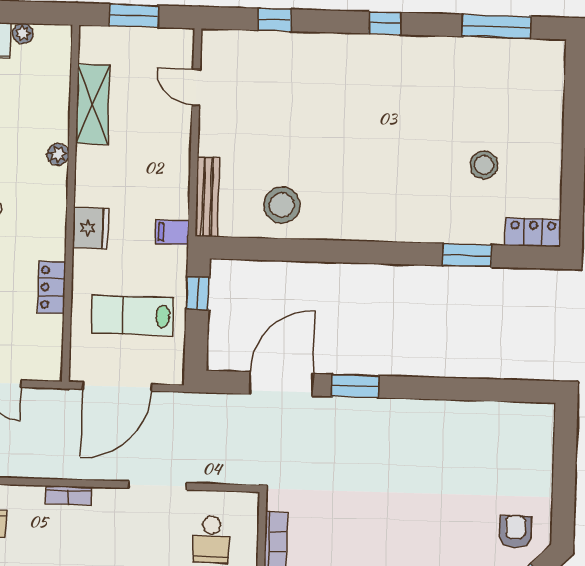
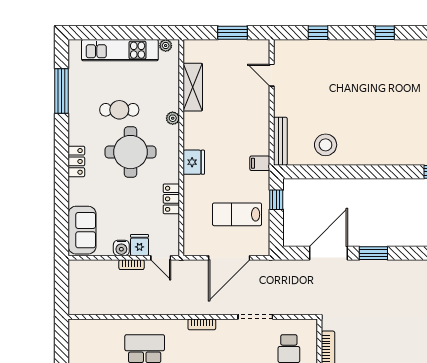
shelving: (93, 104) -> (193, 87), moved
plant: (58, 154) -> (173, 118), moved
wall: (71, 203) -> (181, 148), moved
fridge: (91, 228) -> (194, 162), moved
locker: (52, 287) -> (171, 199), moved

